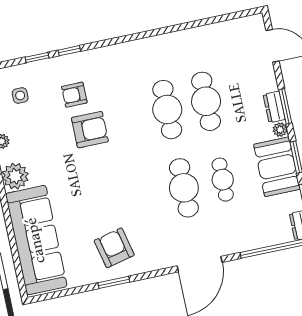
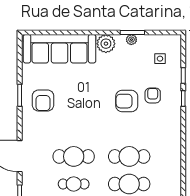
armchair: (90, 130) -> (127, 101), turned 90
armchair: (114, 248) -> (43, 100), turned 103

